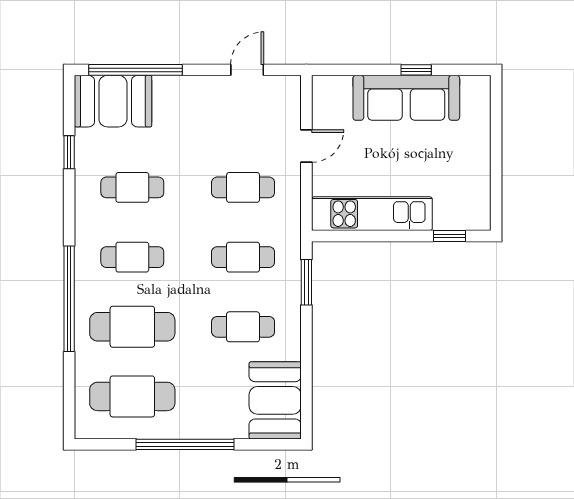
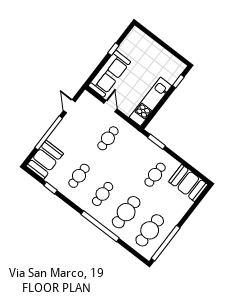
window: (136, 70) -> (49, 133), moved
sofa: (406, 98) -> (109, 74), moved
cafe table: (243, 257) -> (131, 157), removed
window: (185, 444) -> (166, 243), moved

